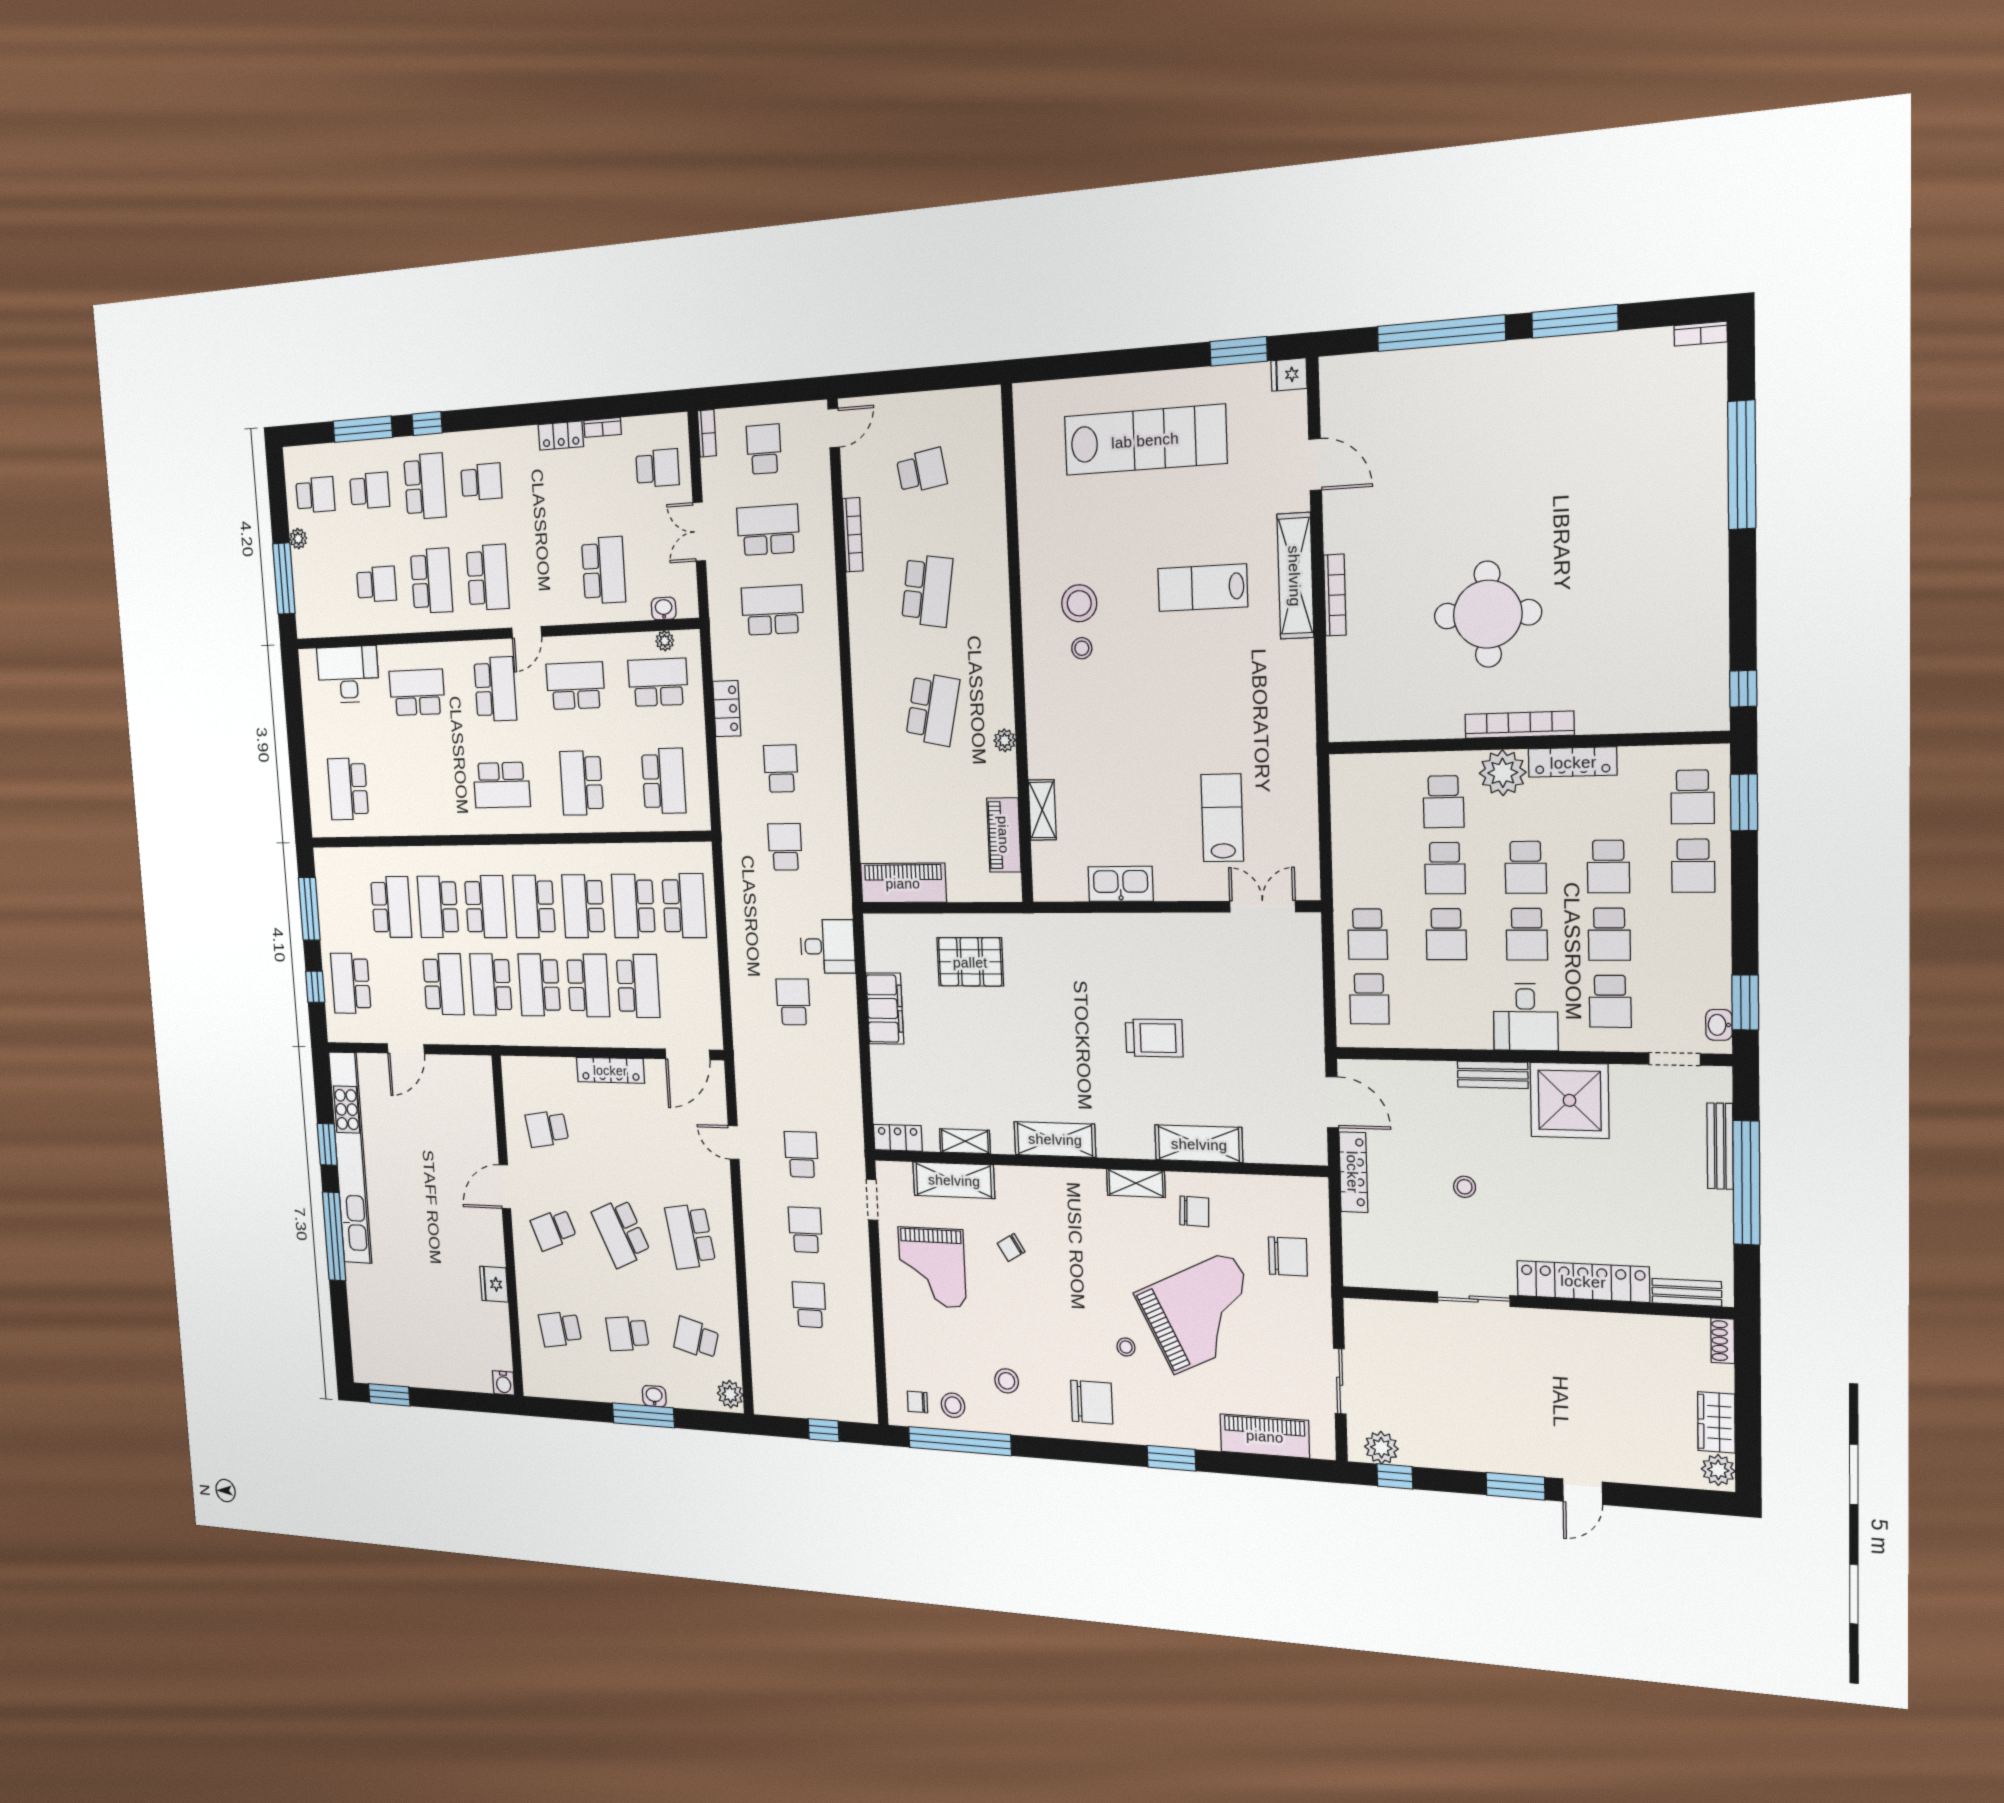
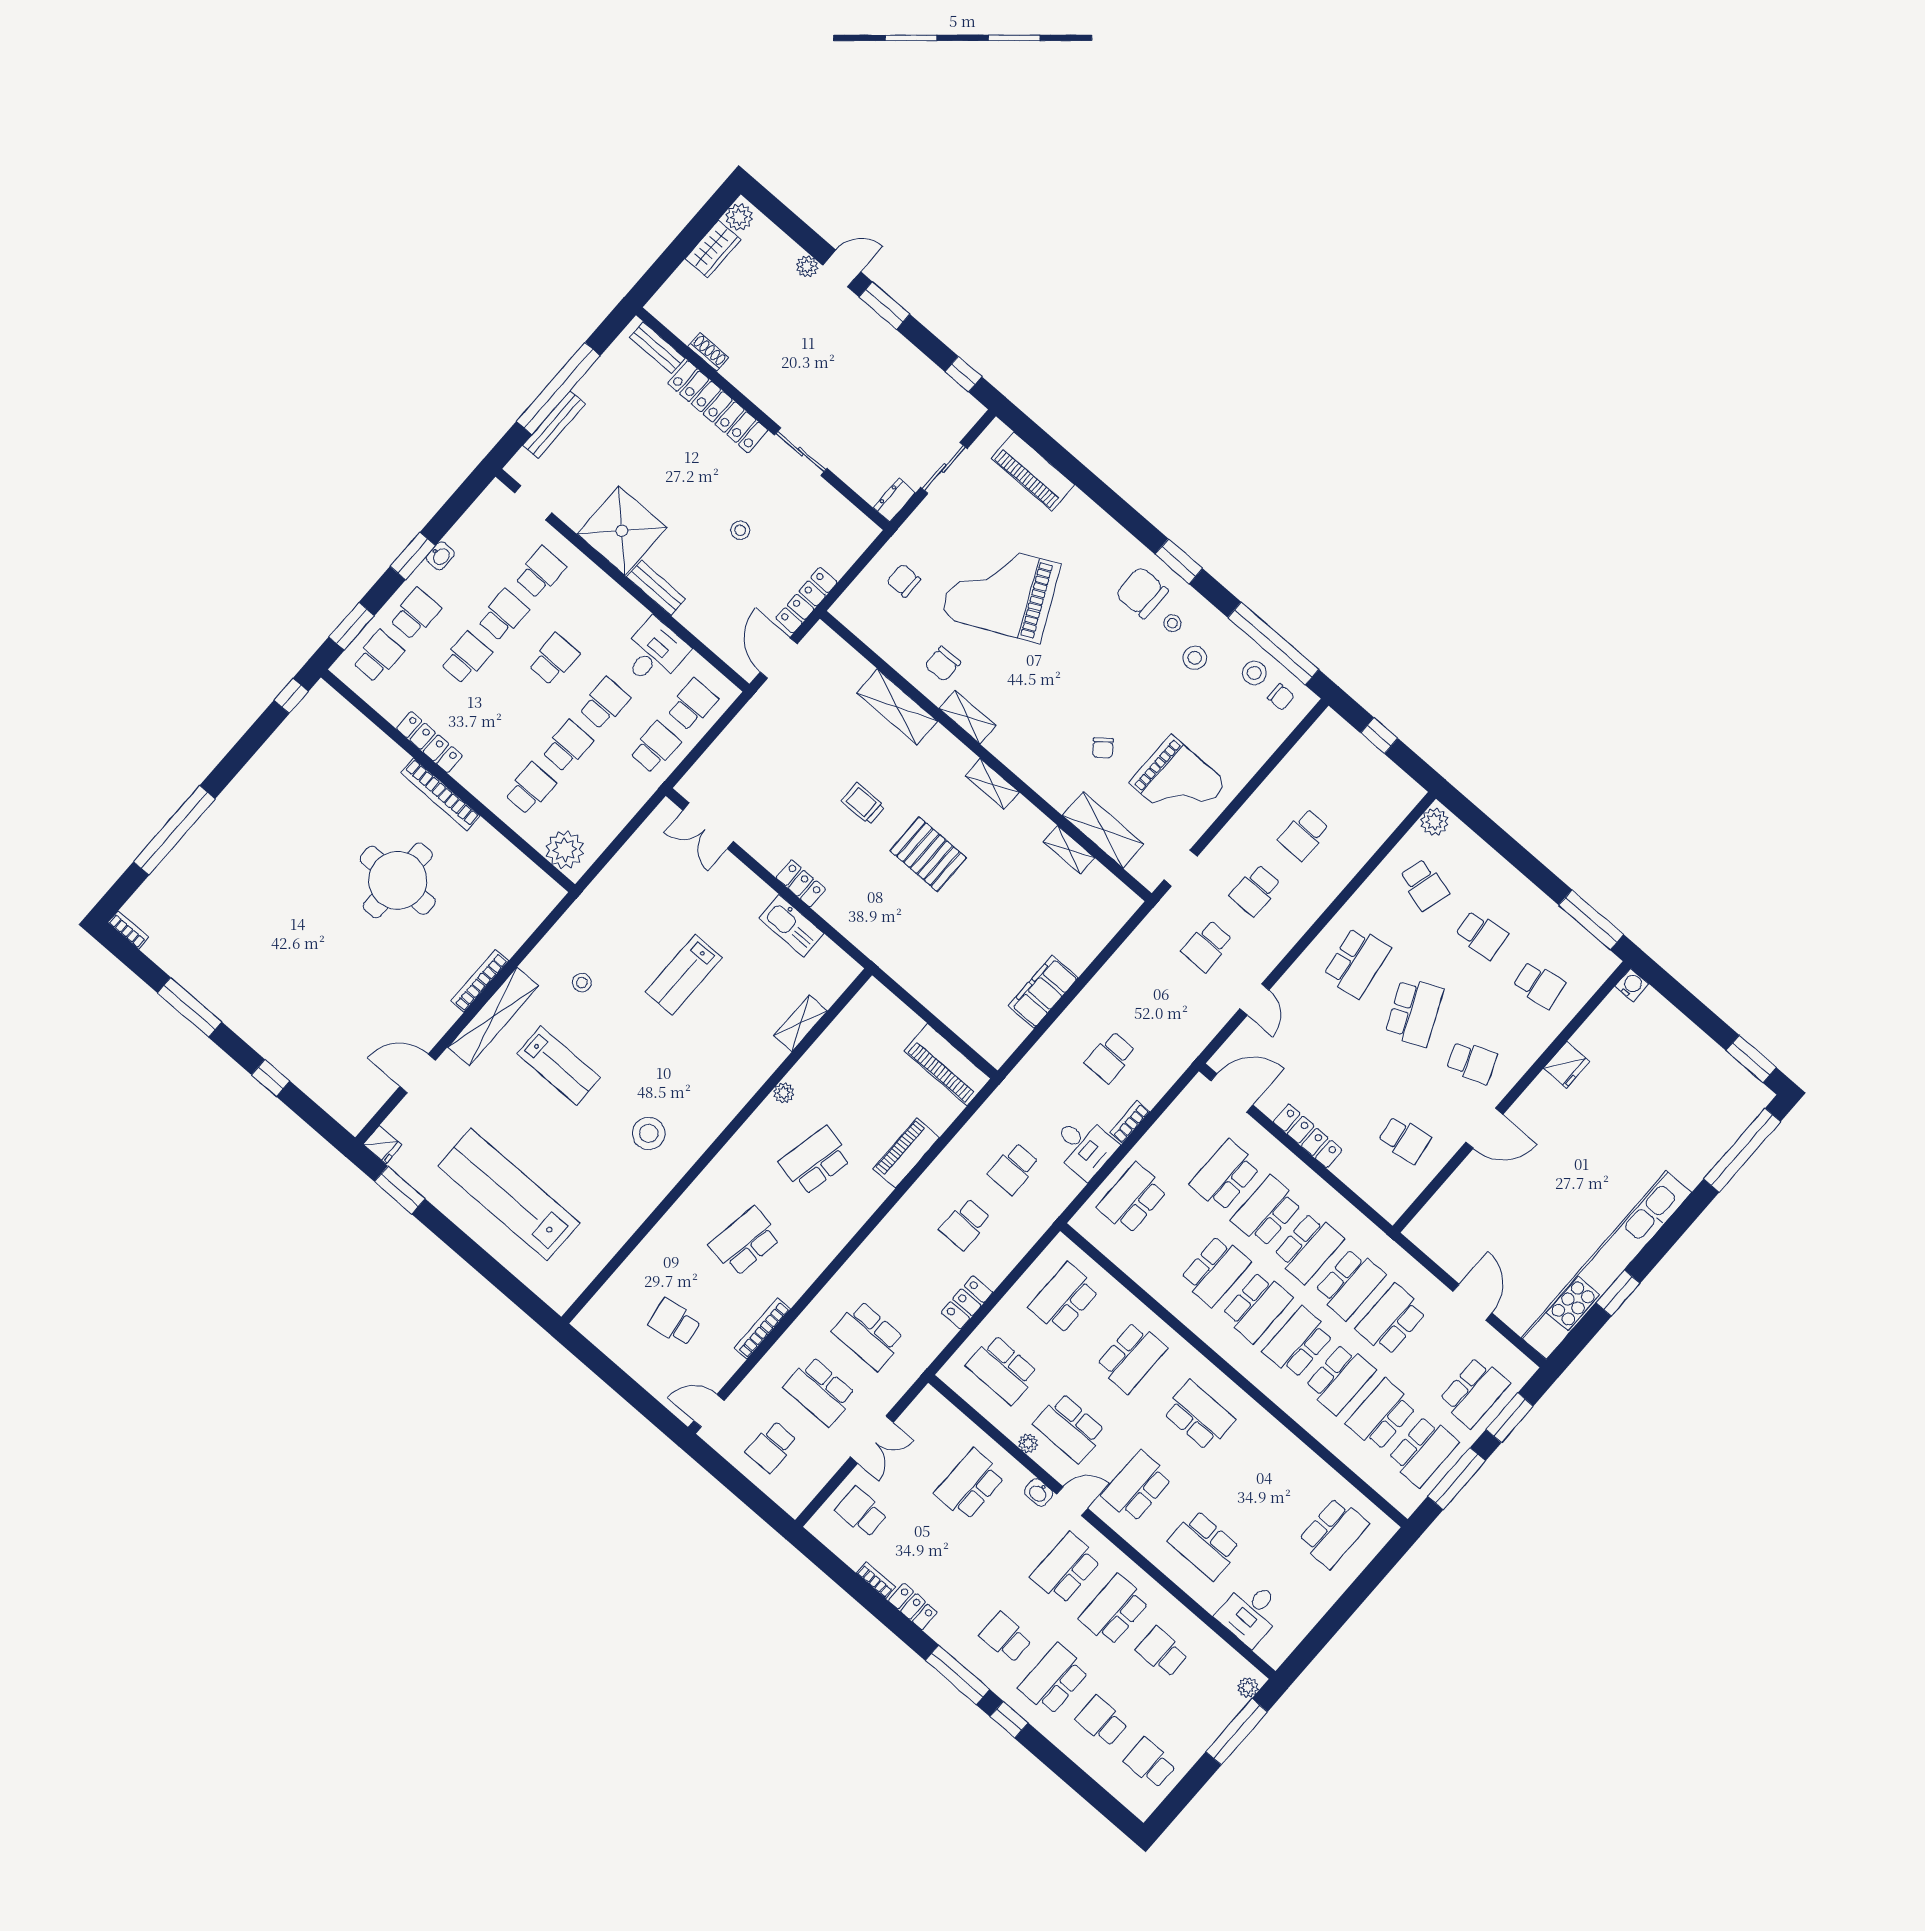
window: (1441, 333) -> (271, 1078), width x0.32
window: (363, 429) -> (957, 1675), moved
bookcase: (707, 433) -> (1130, 1122), moved
door: (1315, 465) -> (418, 1073), hinge flipped
plant: (298, 539) -> (1248, 1687), moved
washbasin: (664, 609) -> (1039, 1493), moved
plant: (665, 641) -> (1028, 1443), moved
stool: (1082, 648) -> (582, 983), moved
desk: (348, 674) -> (1250, 1613), width x0.73
plant: (1503, 773) -> (565, 850), moved
lab bench: (1222, 818) -> (684, 975), moved
piano: (1004, 835) -> (906, 1153), moved, turned 180
school desk: (1526, 867) -> (517, 702), removed
school desk: (633, 906) -> (1423, 1451), moved
desk: (828, 946) -> (1084, 1146), moved, turned 180
pallet: (970, 962) -> (928, 854), moved
window: (315, 987) -> (1510, 1418), width x1.50
window: (1745, 1002) -> (413, 556), moved
desk: (1526, 1017) -> (654, 653), moved
washbasin: (1719, 1025) -> (440, 556), moved
trolley: (1154, 1038) -> (863, 804), width x0.73, depth x0.72
door: (406, 1049) -> (1472, 1302), hinge flipped
locker: (898, 1138) -> (801, 883), moved, turned 180
shelving: (1055, 1139) -> (992, 784), width x0.67, depth x0.75
chair: (1194, 1211) -> (943, 664), turned -92
window: (334, 1236) -> (1742, 1150), moved
chair: (1011, 1248) -> (1103, 748), turned 82
chair: (1288, 1256) -> (904, 581), width x0.73, depth x0.73
grand piano: (932, 1267) -> (1178, 783), turned 90
dresser: (1356, 1320) -> (894, 500), added
shoe rack: (1723, 1341) -> (708, 352), moved, turned -90
stool: (1126, 1347) -> (1172, 623), moved
washbasin: (654, 1396) -> (1503, 871), removed
window: (643, 1415) -> (1591, 920), moved
plant: (1381, 1448) -> (807, 266), moved, width x0.73, depth x0.73
window: (1171, 1458) -> (1179, 561), moved

